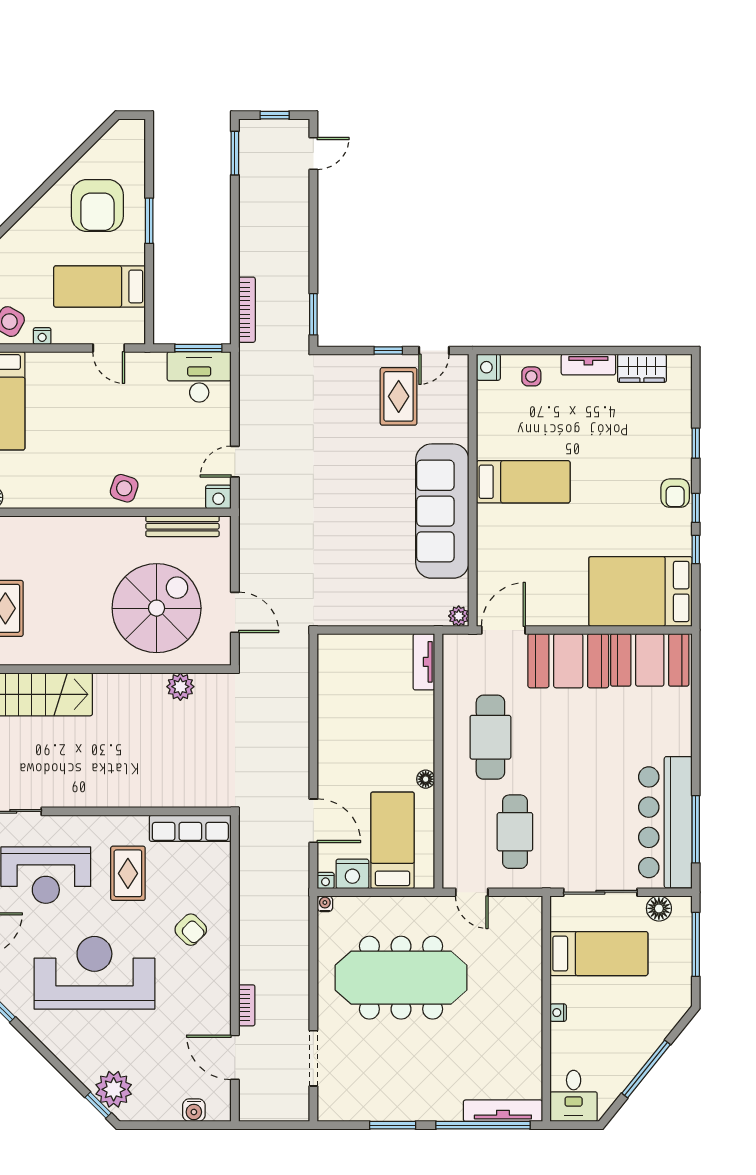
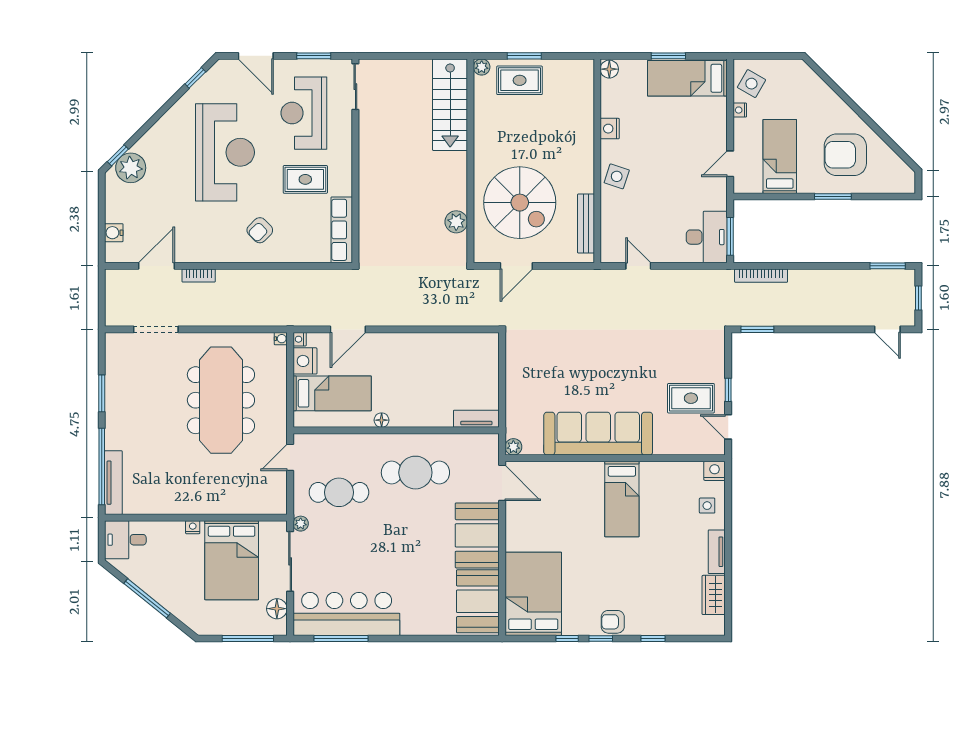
nightstand: (218, 497) -> (610, 129), moved
plant: (554, 879) -> (301, 524), added
bed: (599, 954) -> (232, 560), width x1.50

